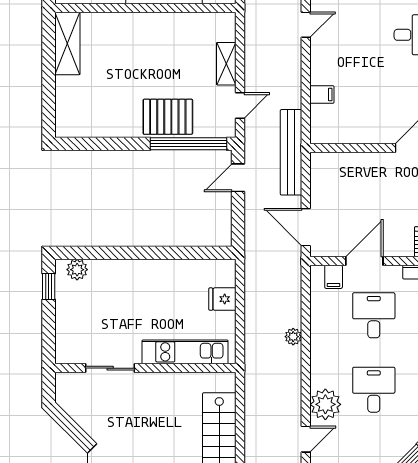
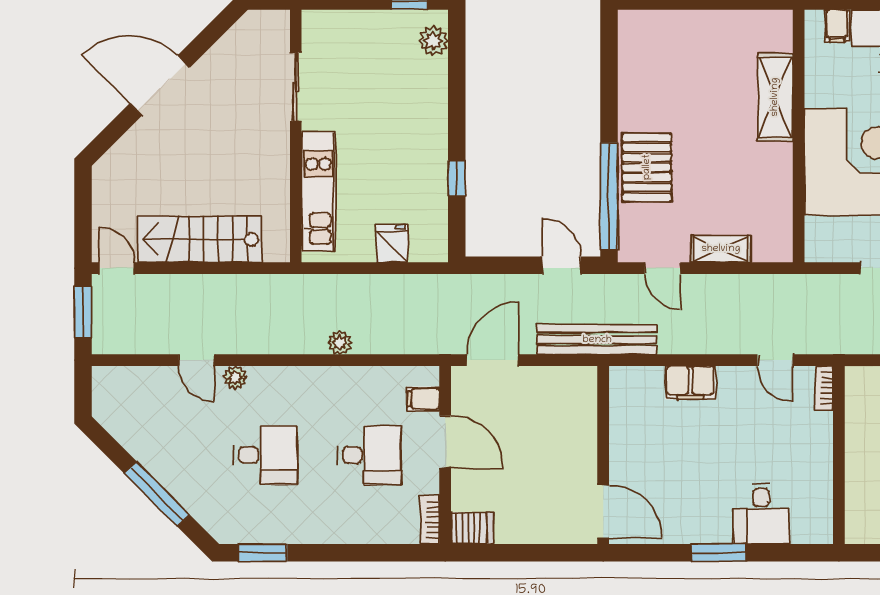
shelving: (67, 43) -> (775, 97), moved, turned 90
filing cabinet: (322, 94) -> (690, 383), width x2.00
window: (176, 253) -> (457, 178), added
plant: (325, 404) -> (235, 377), width x0.53, depth x0.53

